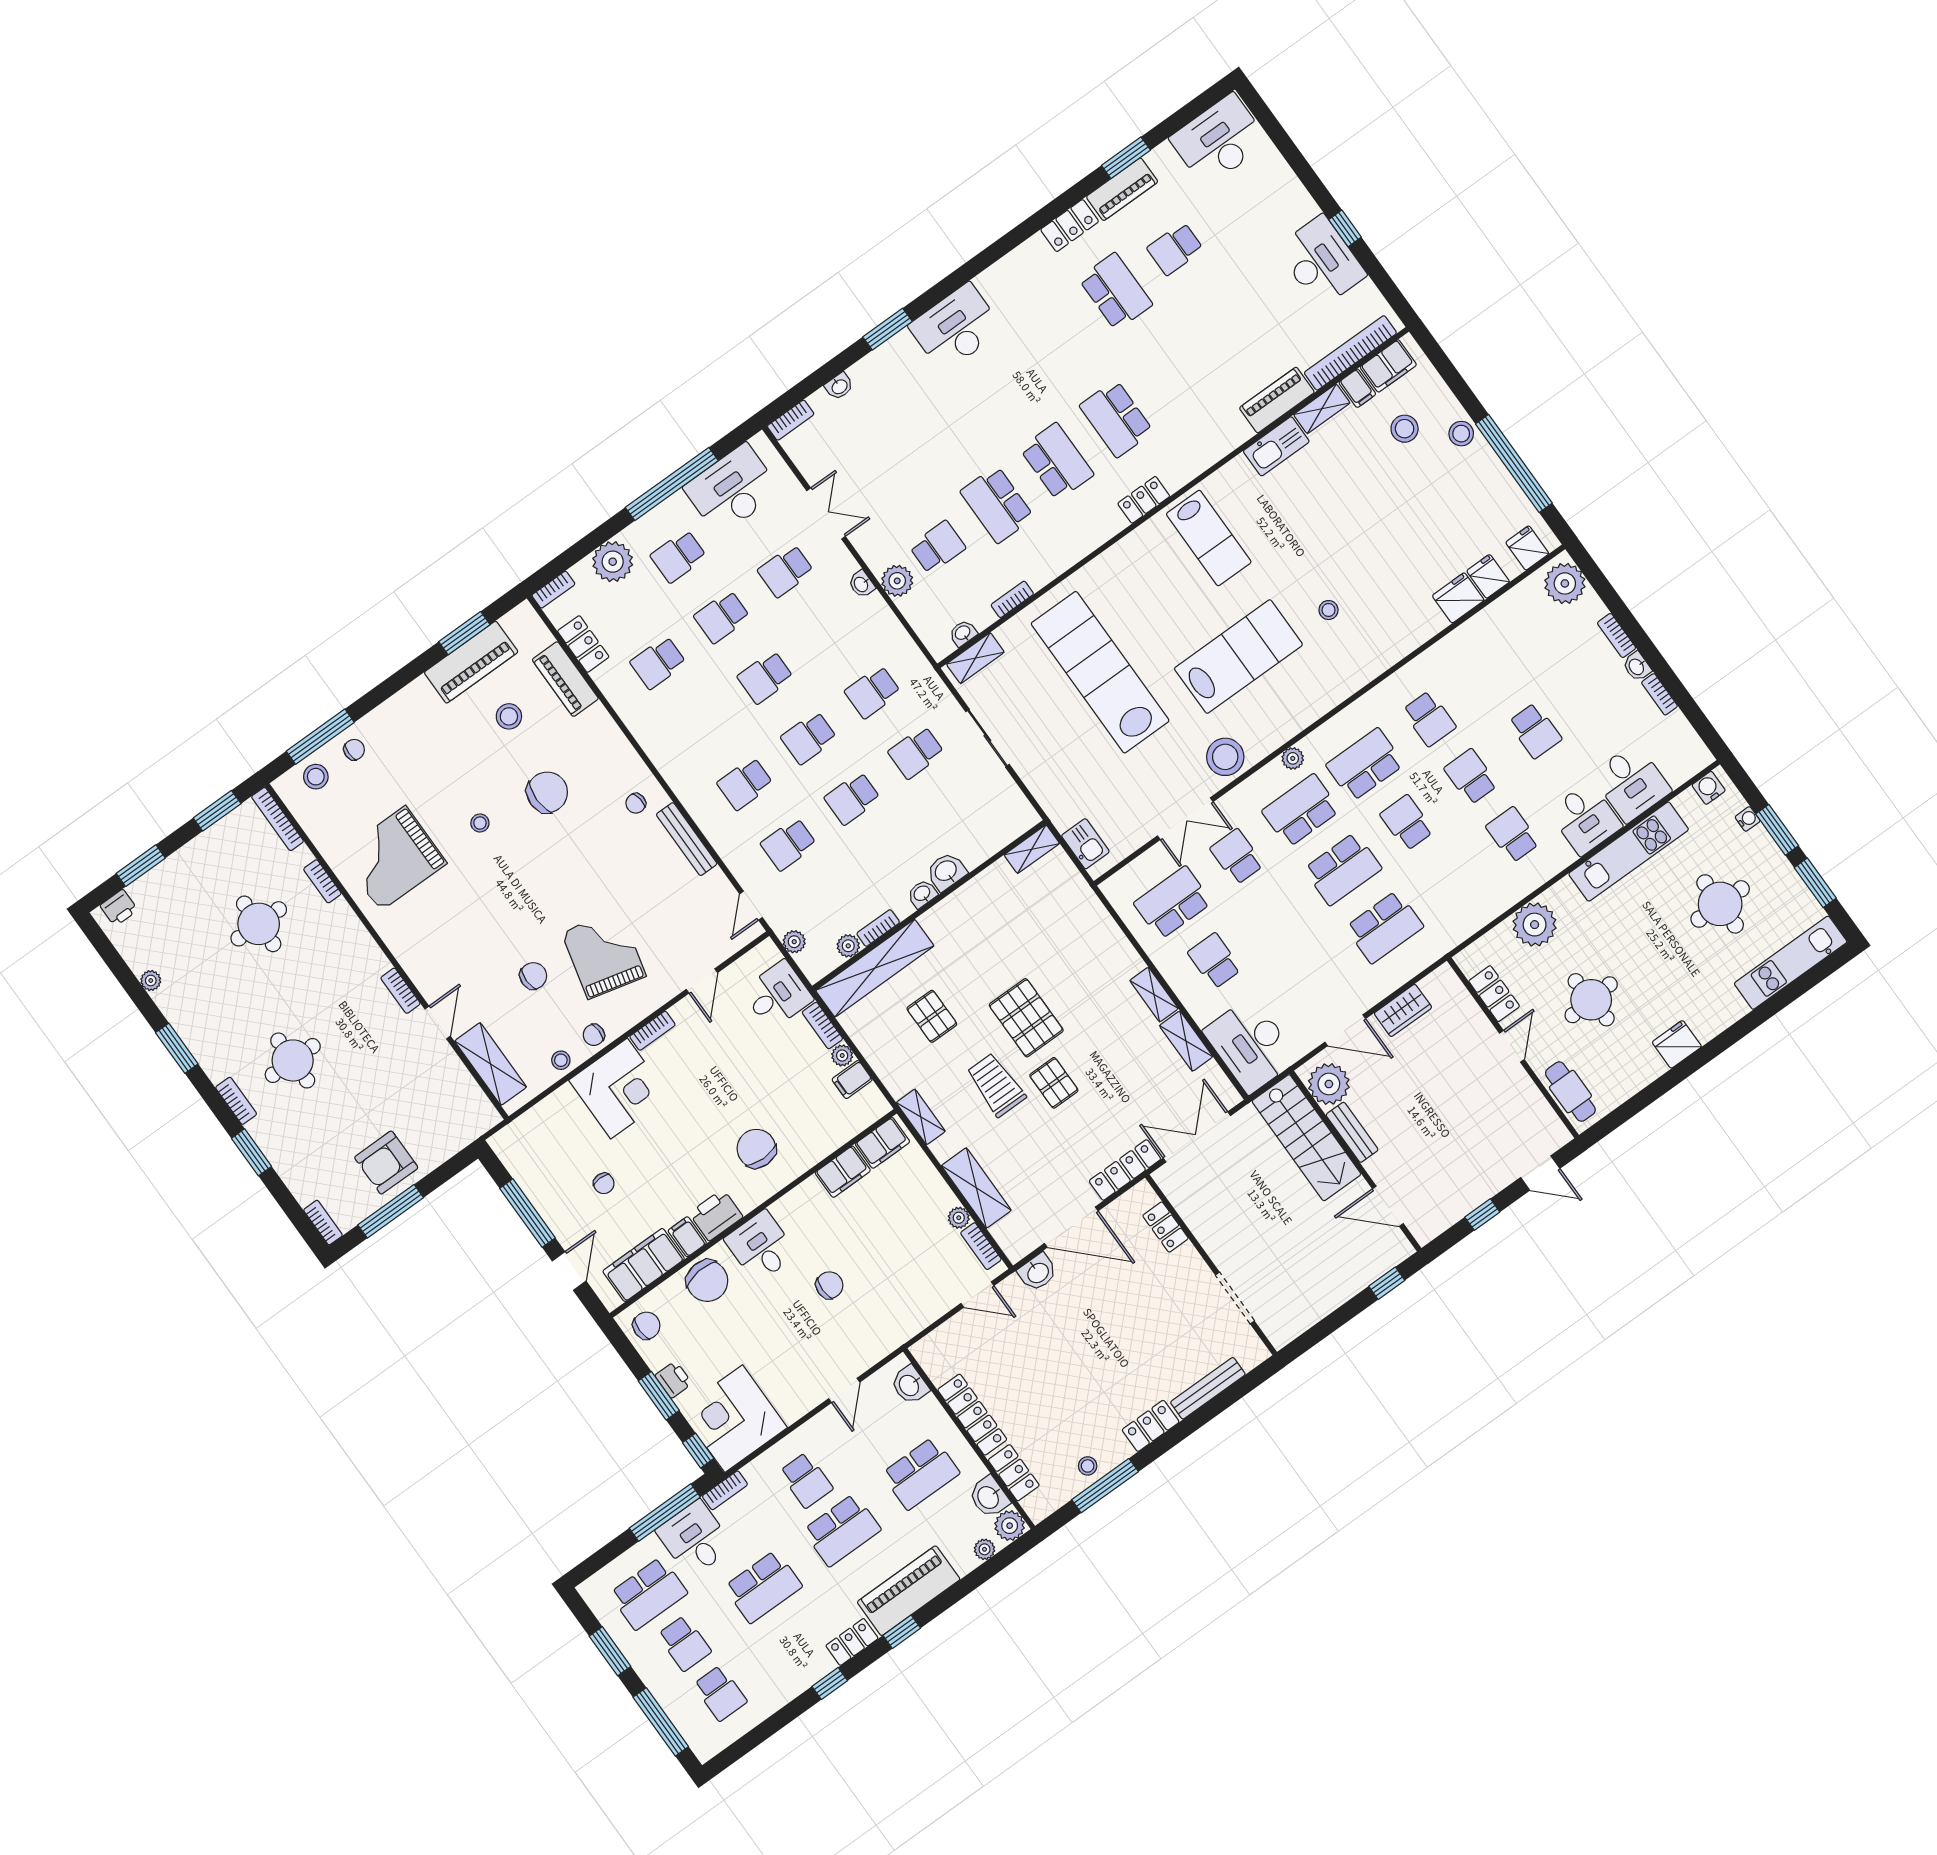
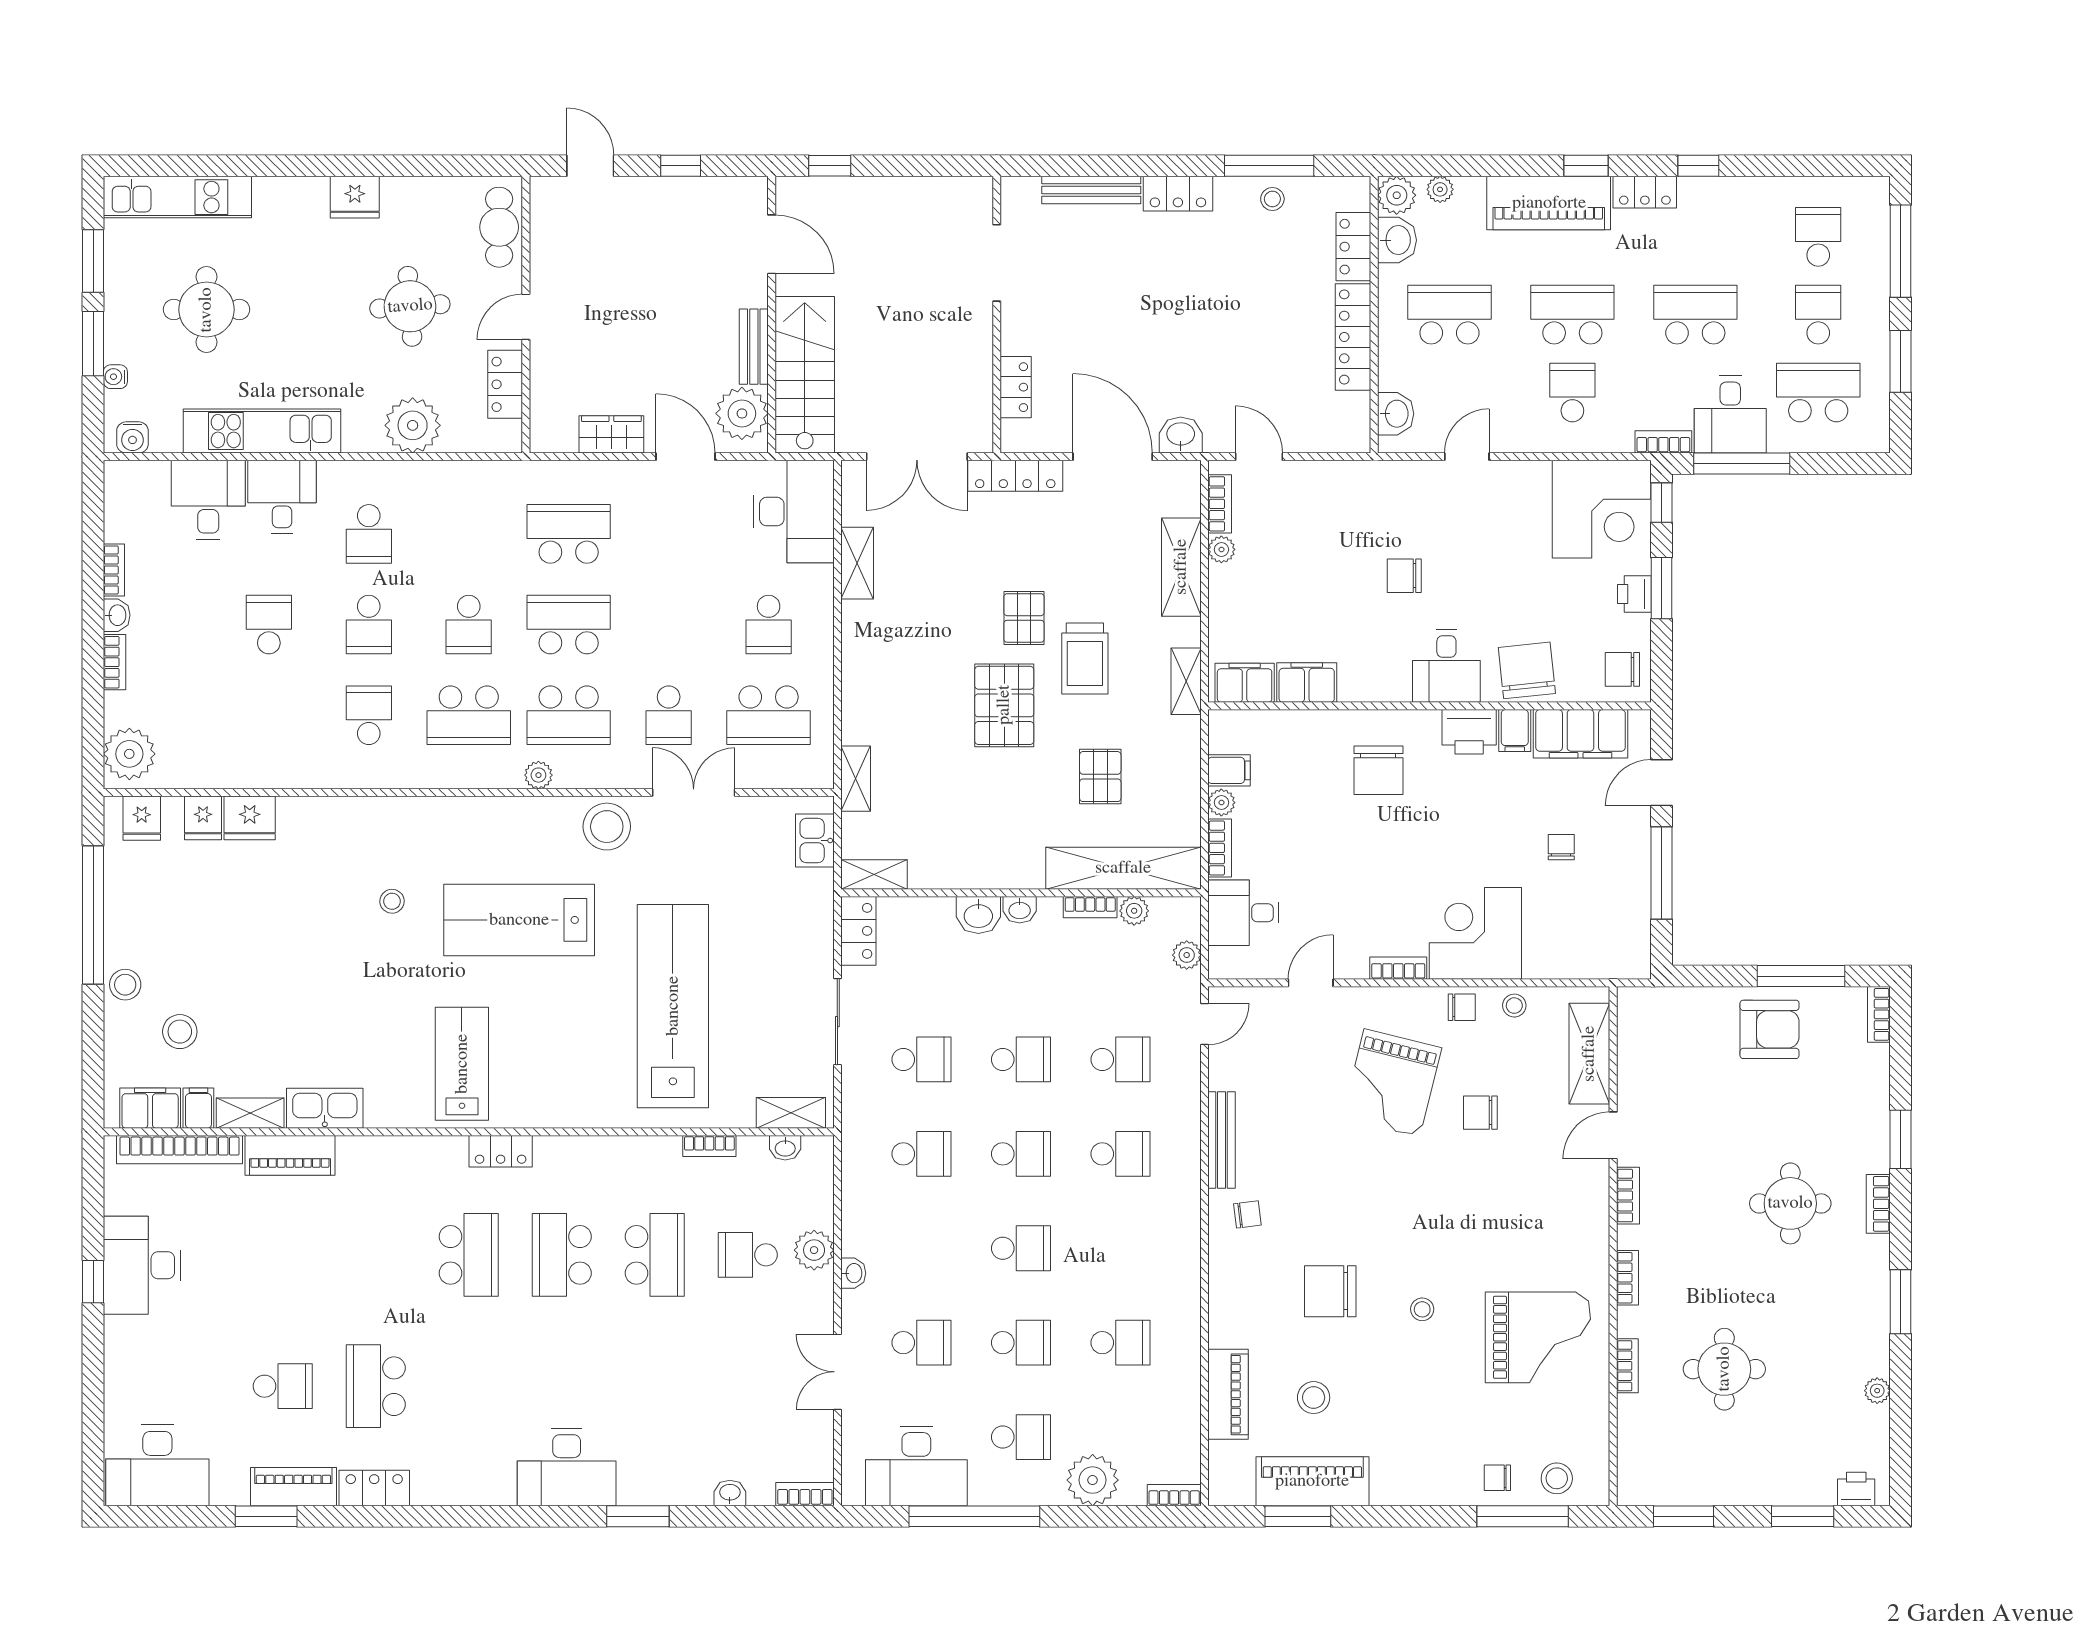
locker: (583, 644) -> (858, 931), moved, turned 180
lab bench: (1100, 672) -> (673, 1006), turned 180
bookcase: (278, 819) -> (1627, 1278), moved, width x0.64
shelving: (1154, 995) -> (856, 779), moved

